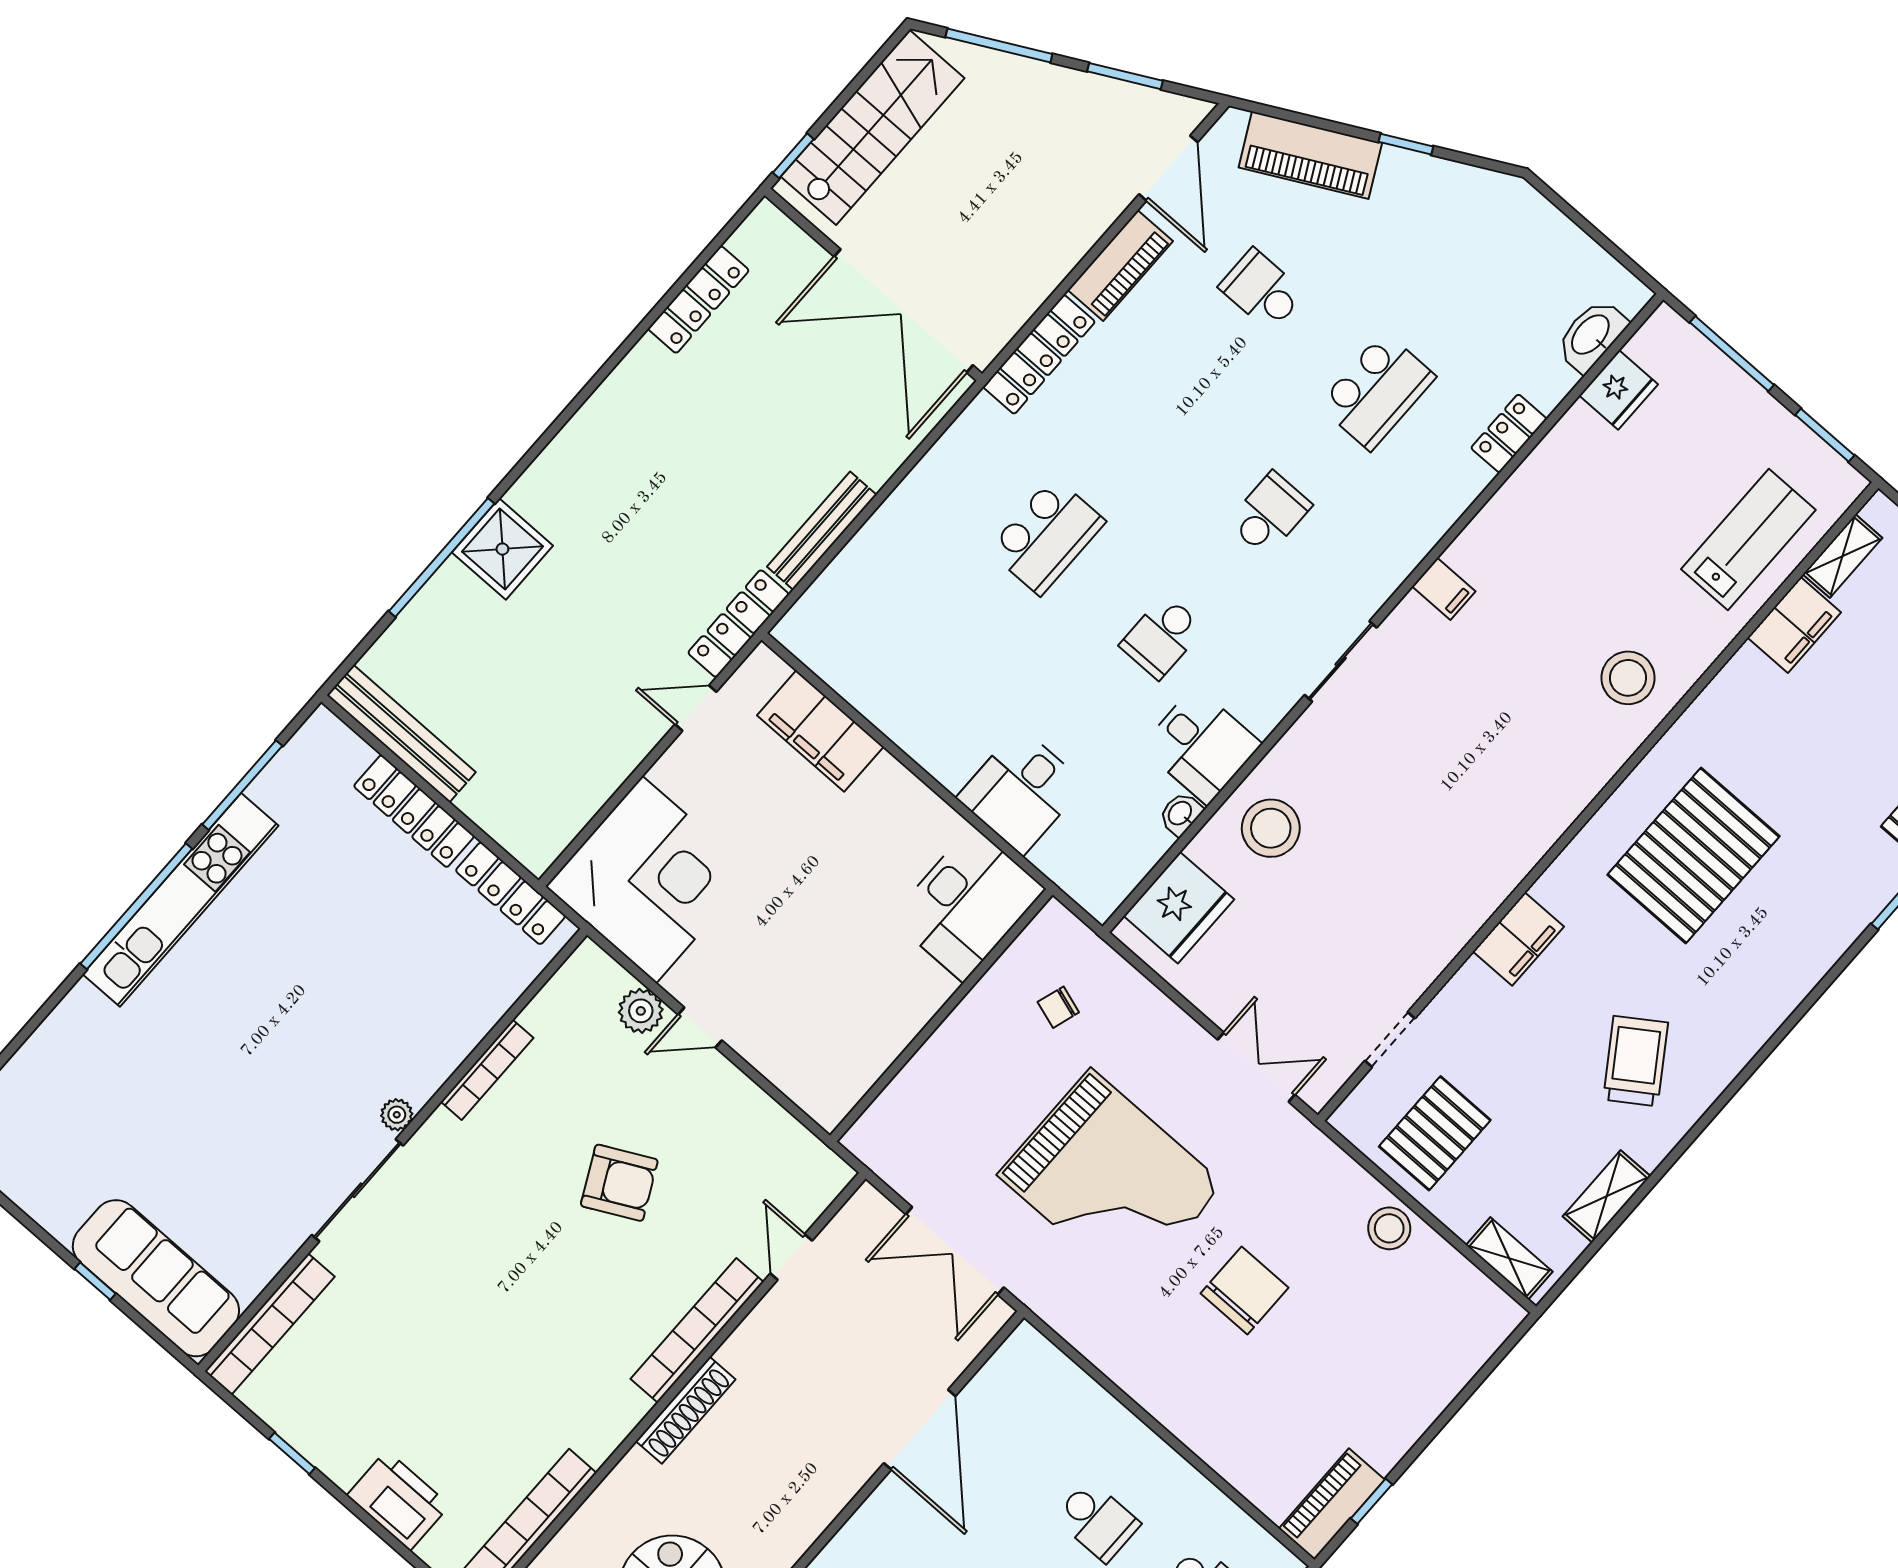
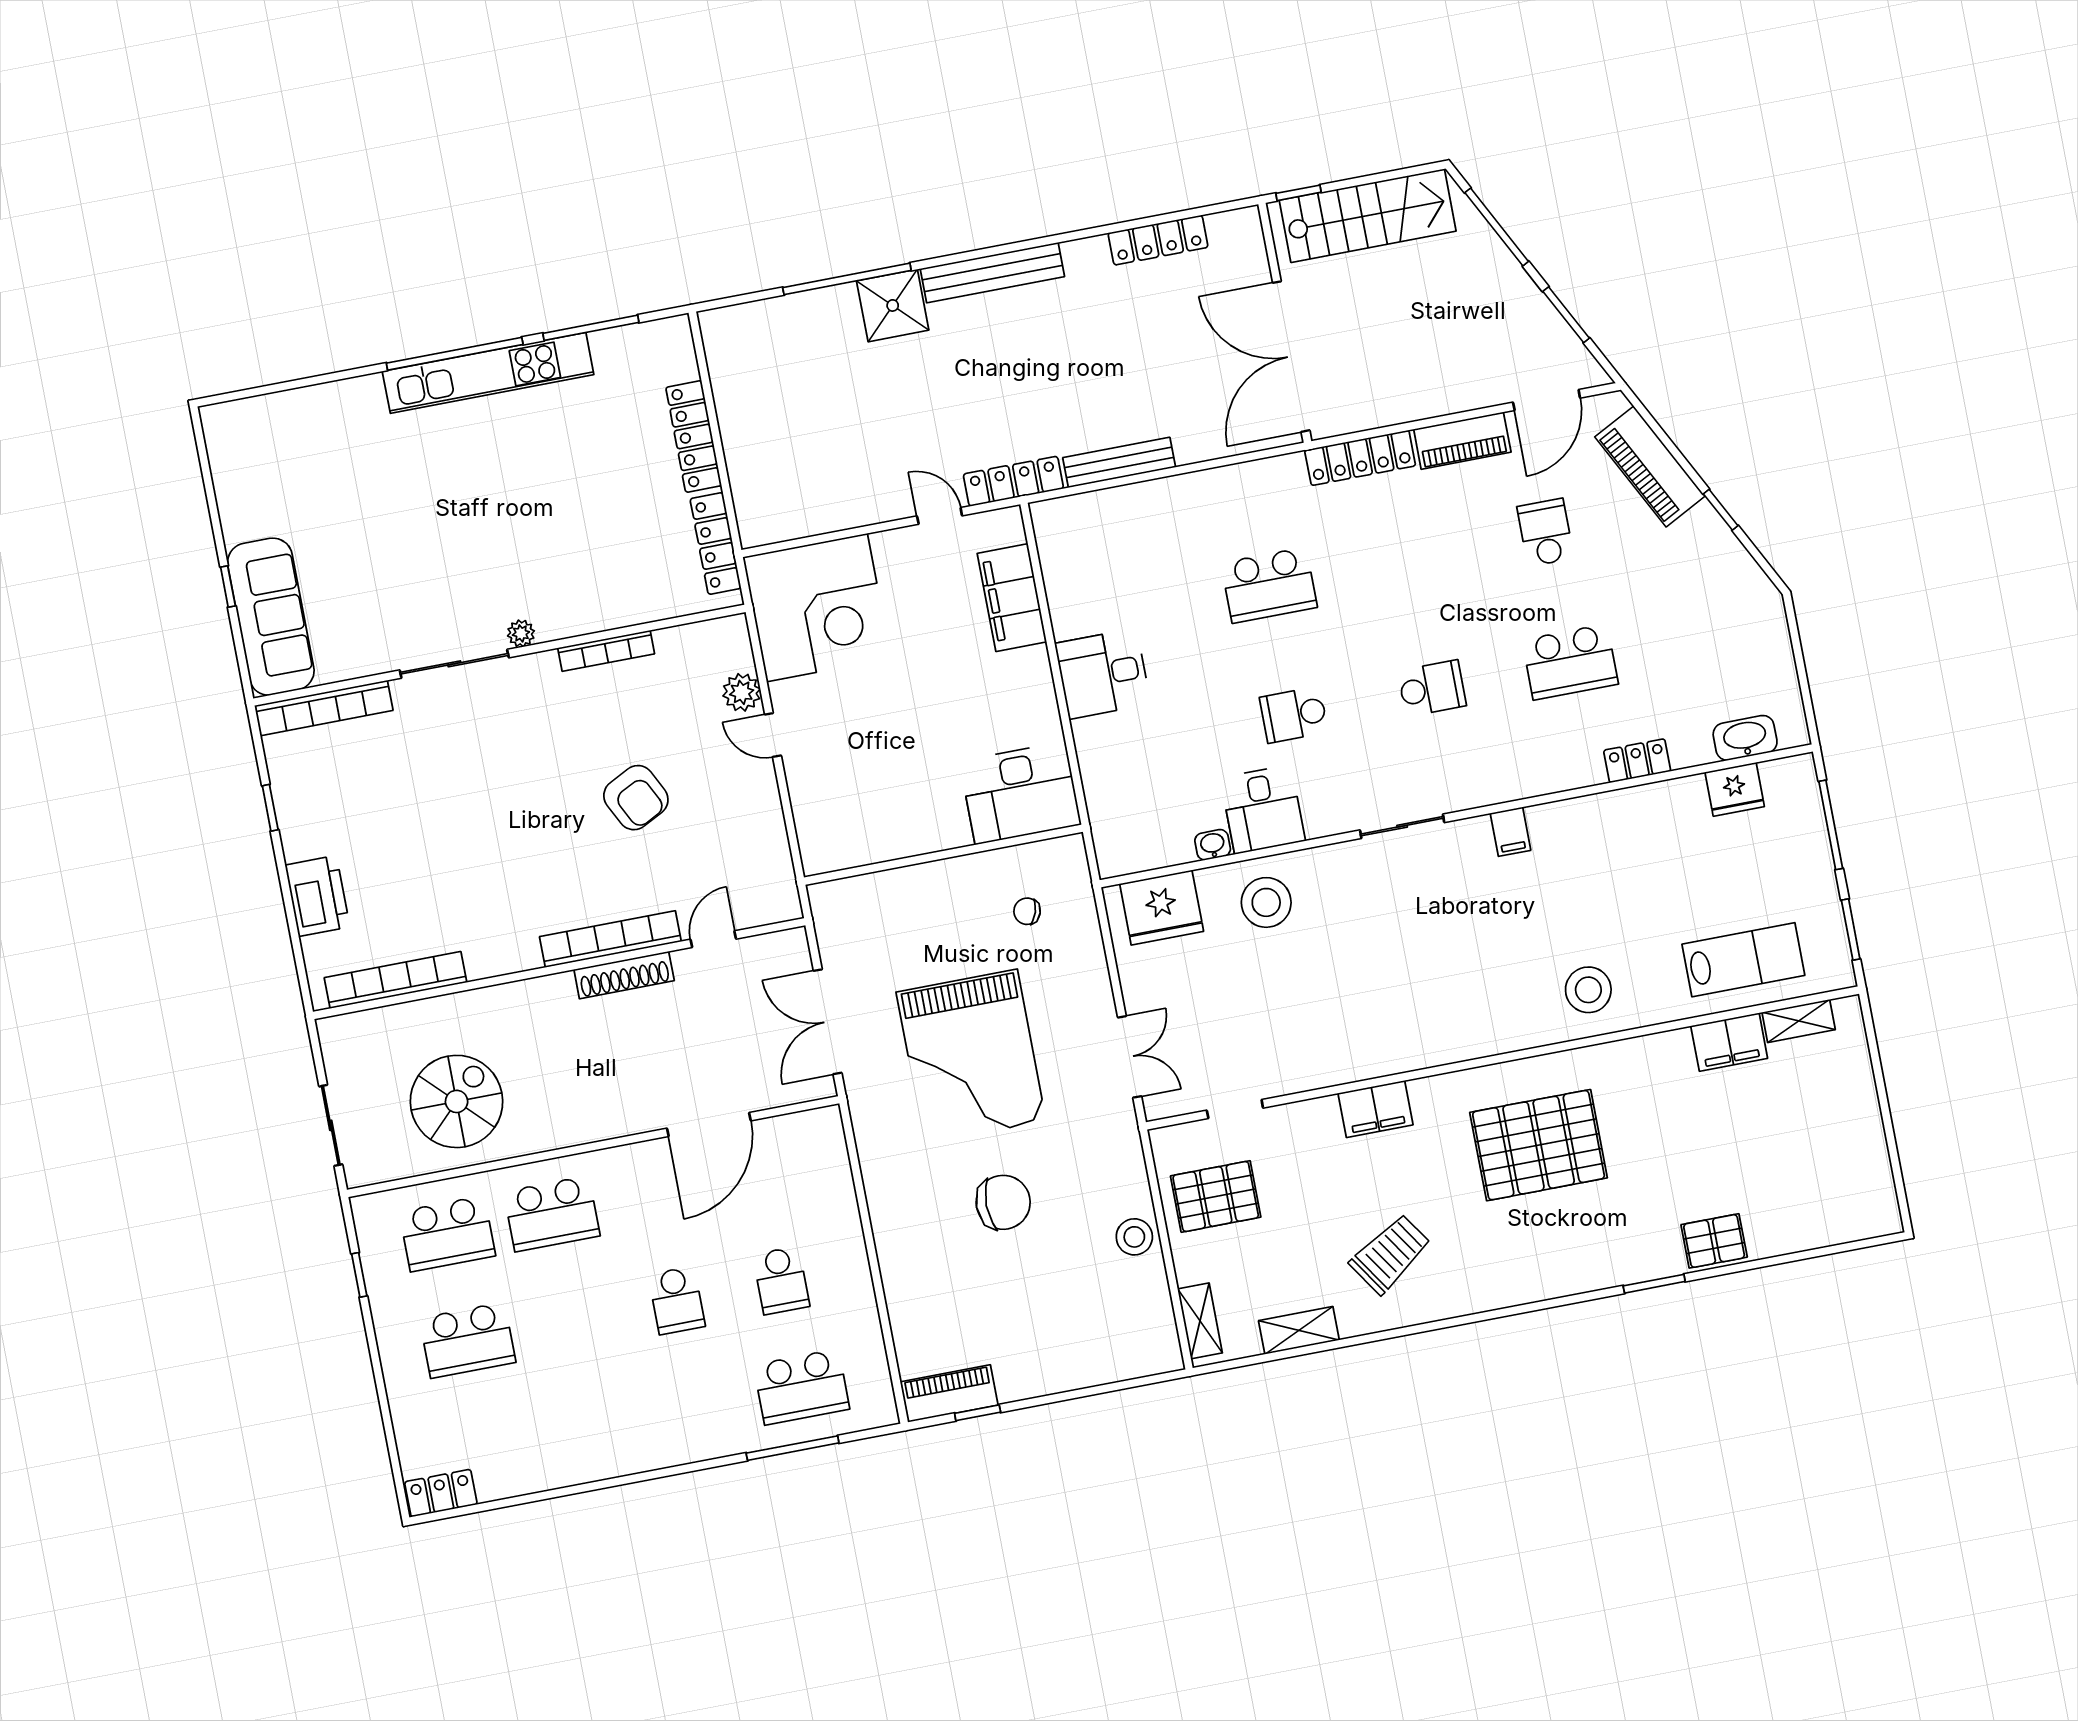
bench: (401, 734) -> (992, 273), moved, turned 90
desk: (1021, 791) -> (1103, 674), moved
shoe rack: (686, 1410) -> (624, 975), moved

